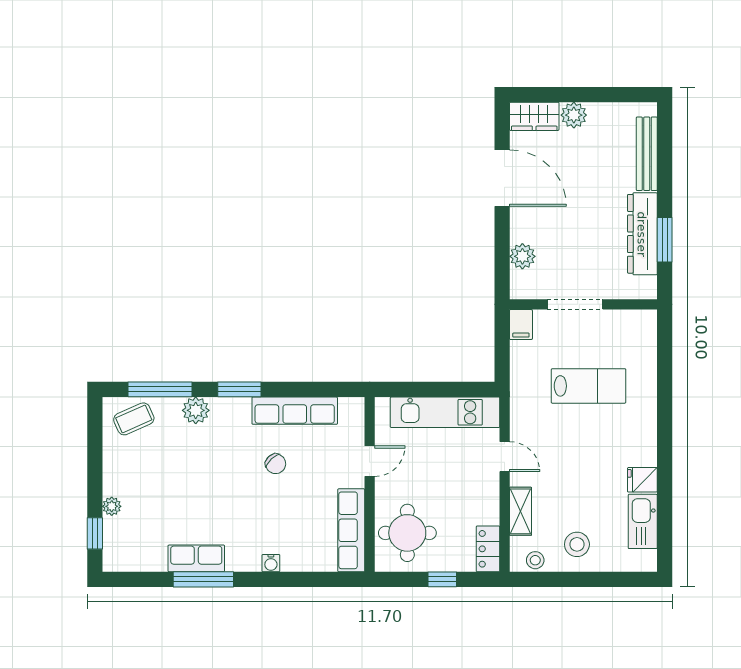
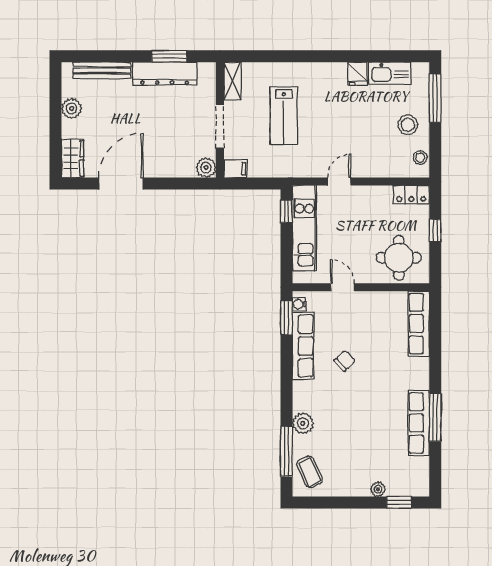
plant: (574, 115) -> (72, 108), moved
plant: (522, 256) -> (206, 168), moved
lab bench: (589, 386) -> (284, 116), turned 180
window: (239, 389) -> (286, 318), moved
window: (466, 389) -> (286, 211), added
shelving: (521, 511) -> (232, 81), moved, turned 90
row of seats: (351, 530) -> (419, 324), moved, turned 90
row of seats: (196, 558) -> (419, 423), width x1.48
water cooler: (271, 563) -> (299, 304), moved, turned 180
window: (611, 579) -> (435, 98), added

